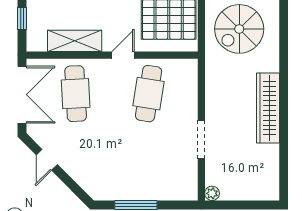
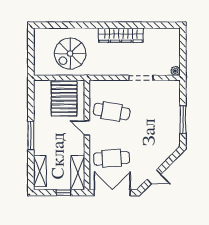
spiral stairs: (239, 29) -> (70, 54), turned 90
shelving: (75, 41) -> (78, 173), moved

